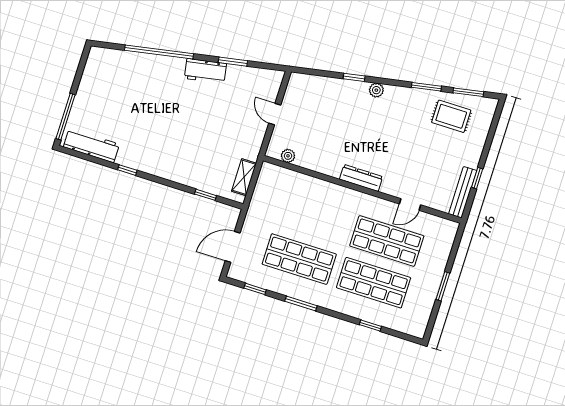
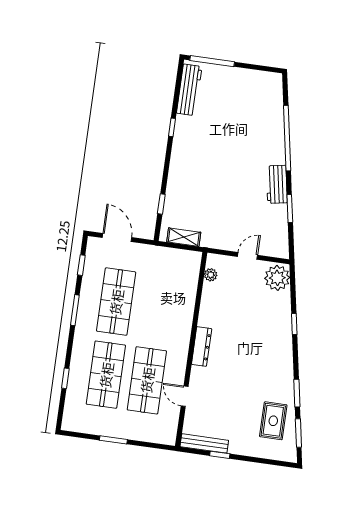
plant: (376, 90) -> (277, 278), moved, width x1.87, depth x1.87

